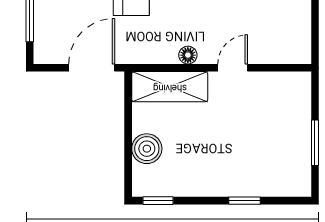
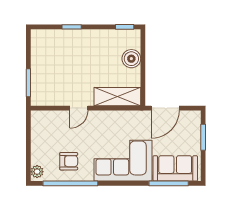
floor lamp: (188, 55) -> (106, 116), removed
window: (315, 143) -> (28, 83), moved

